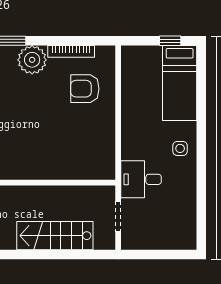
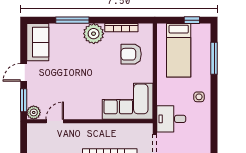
bed: (180, 83) -> (179, 50), moved
window: (201, 94) -> (214, 58), added
corner sofa: (80, 155) -> (128, 101), added

